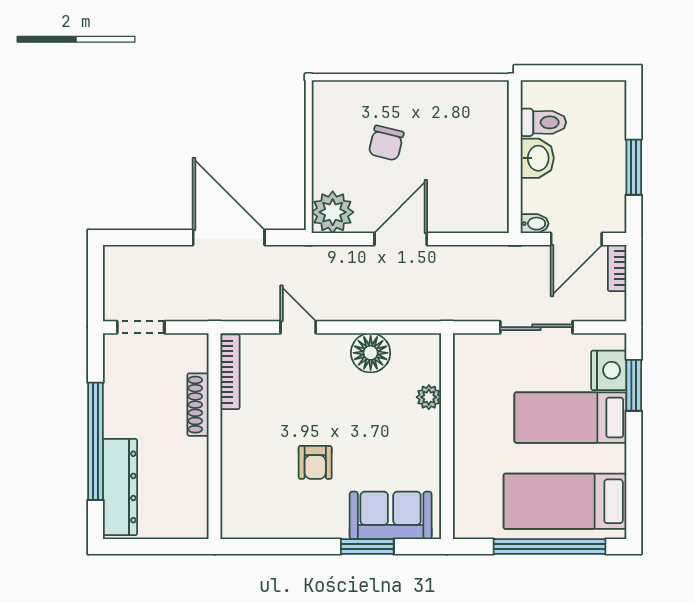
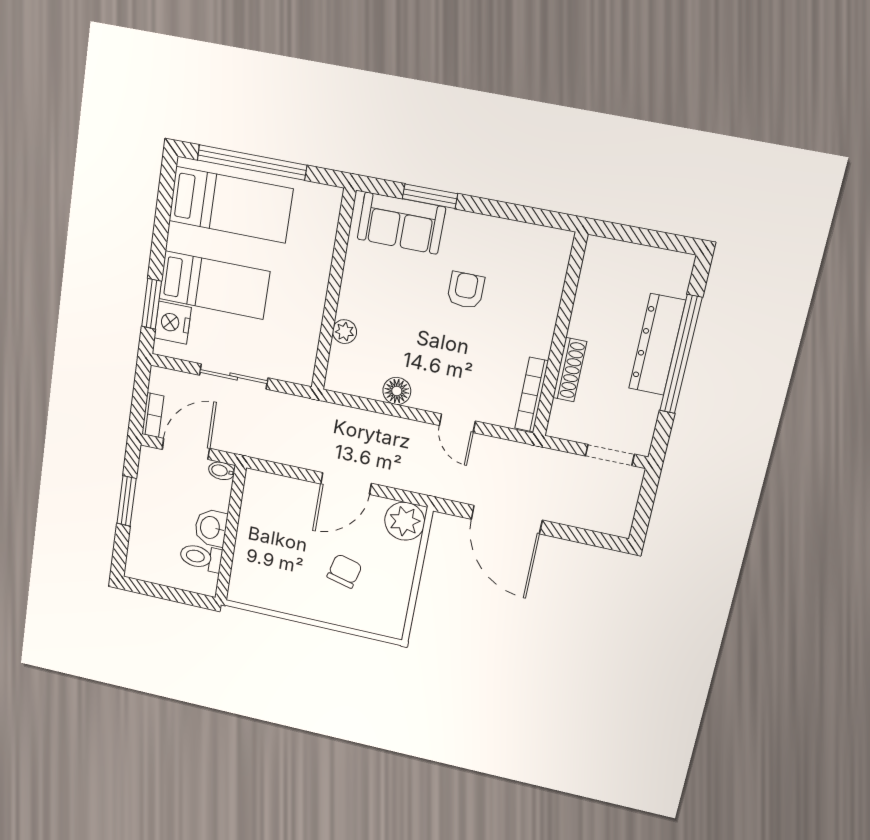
floor lamp: (371, 353) -> (397, 391), width x0.73, depth x0.73
dresser: (120, 487) -> (657, 345), moved

